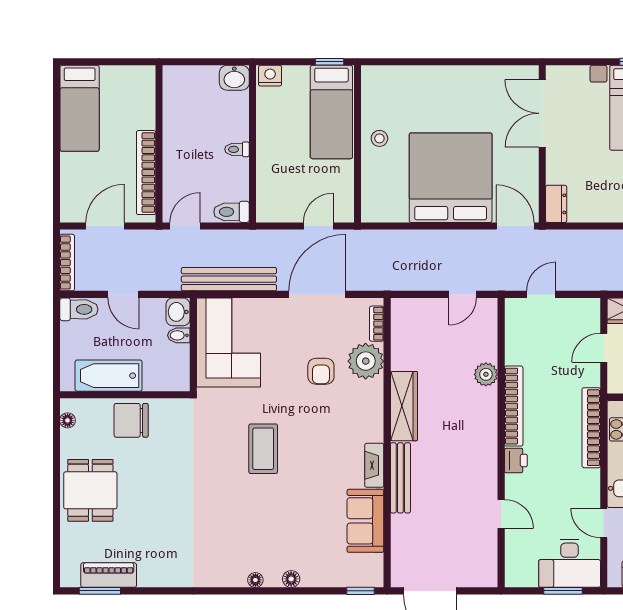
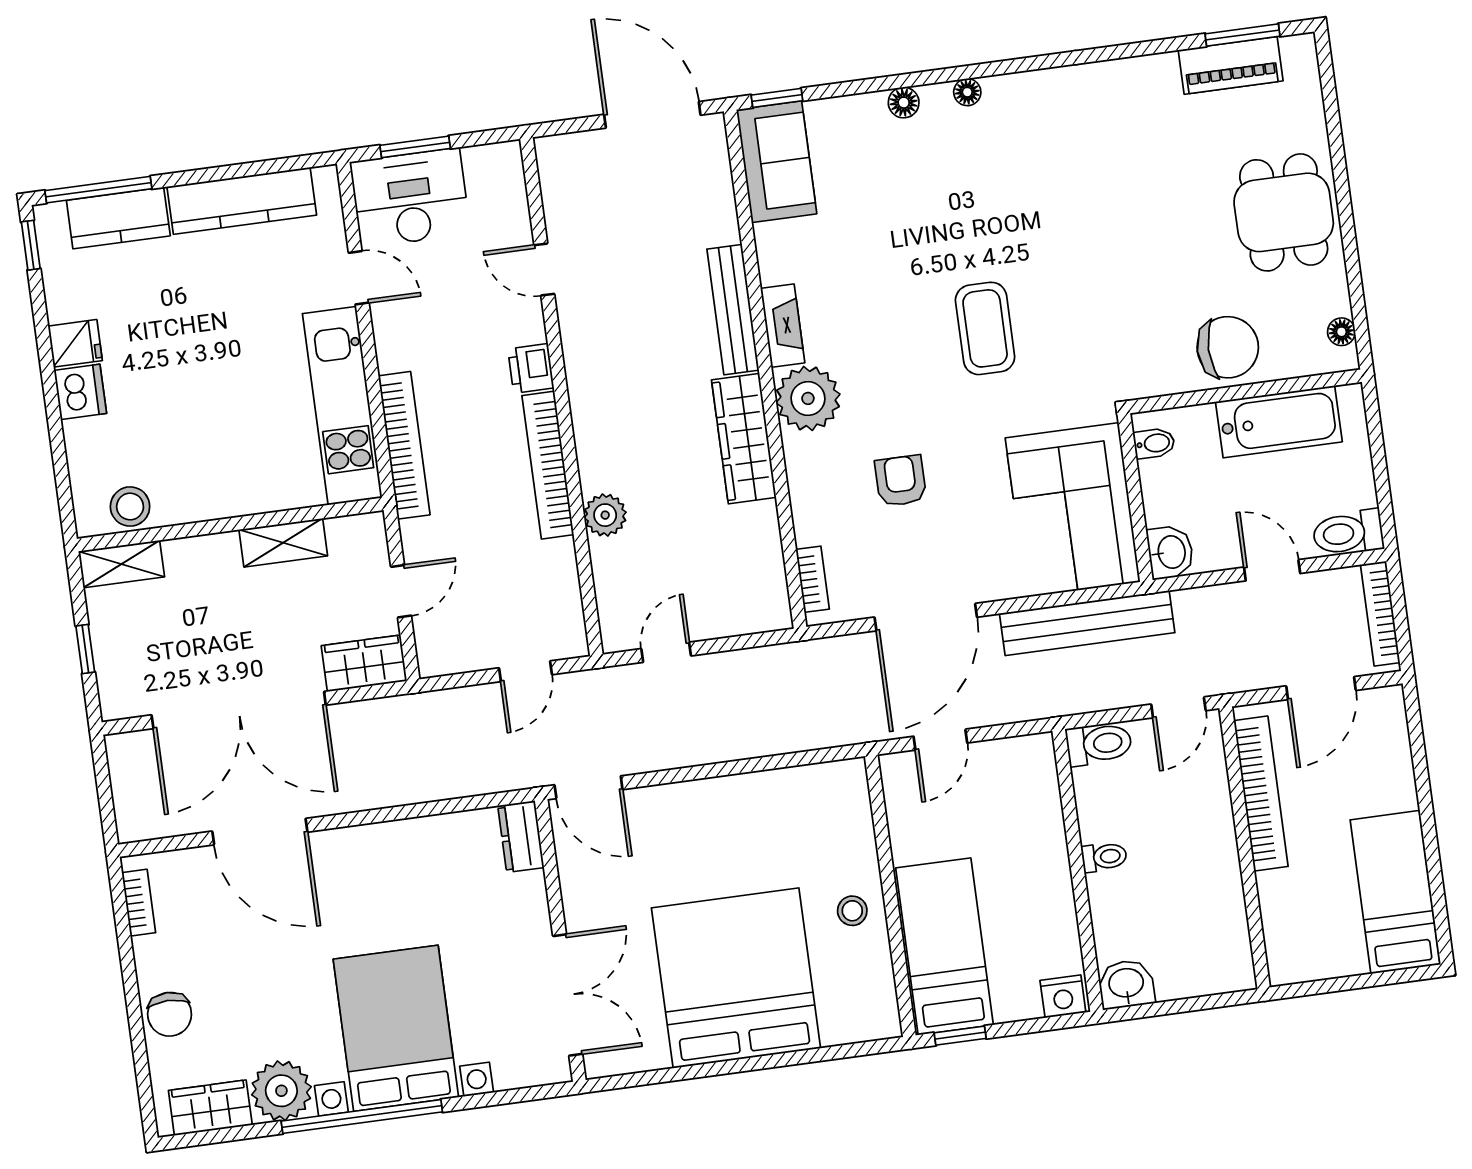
bed: (451, 178) -> (736, 978), moved, turned 180
bidet: (179, 335) -> (1154, 443), moved
plant: (366, 361) -> (808, 398), moved
sofa: (365, 521) -> (777, 162), moved

